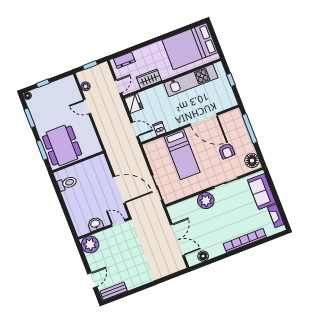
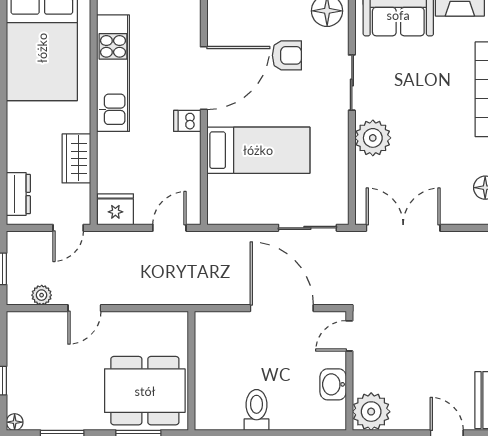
door: (118, 87) -> (68, 228), swing flipped
dishwasher: (159, 129) -> (187, 121), moved
toilet: (67, 183) -> (256, 410), moved
door: (119, 190) -> (282, 308), hinge flipped
double door: (177, 240) -> (403, 228), moved

